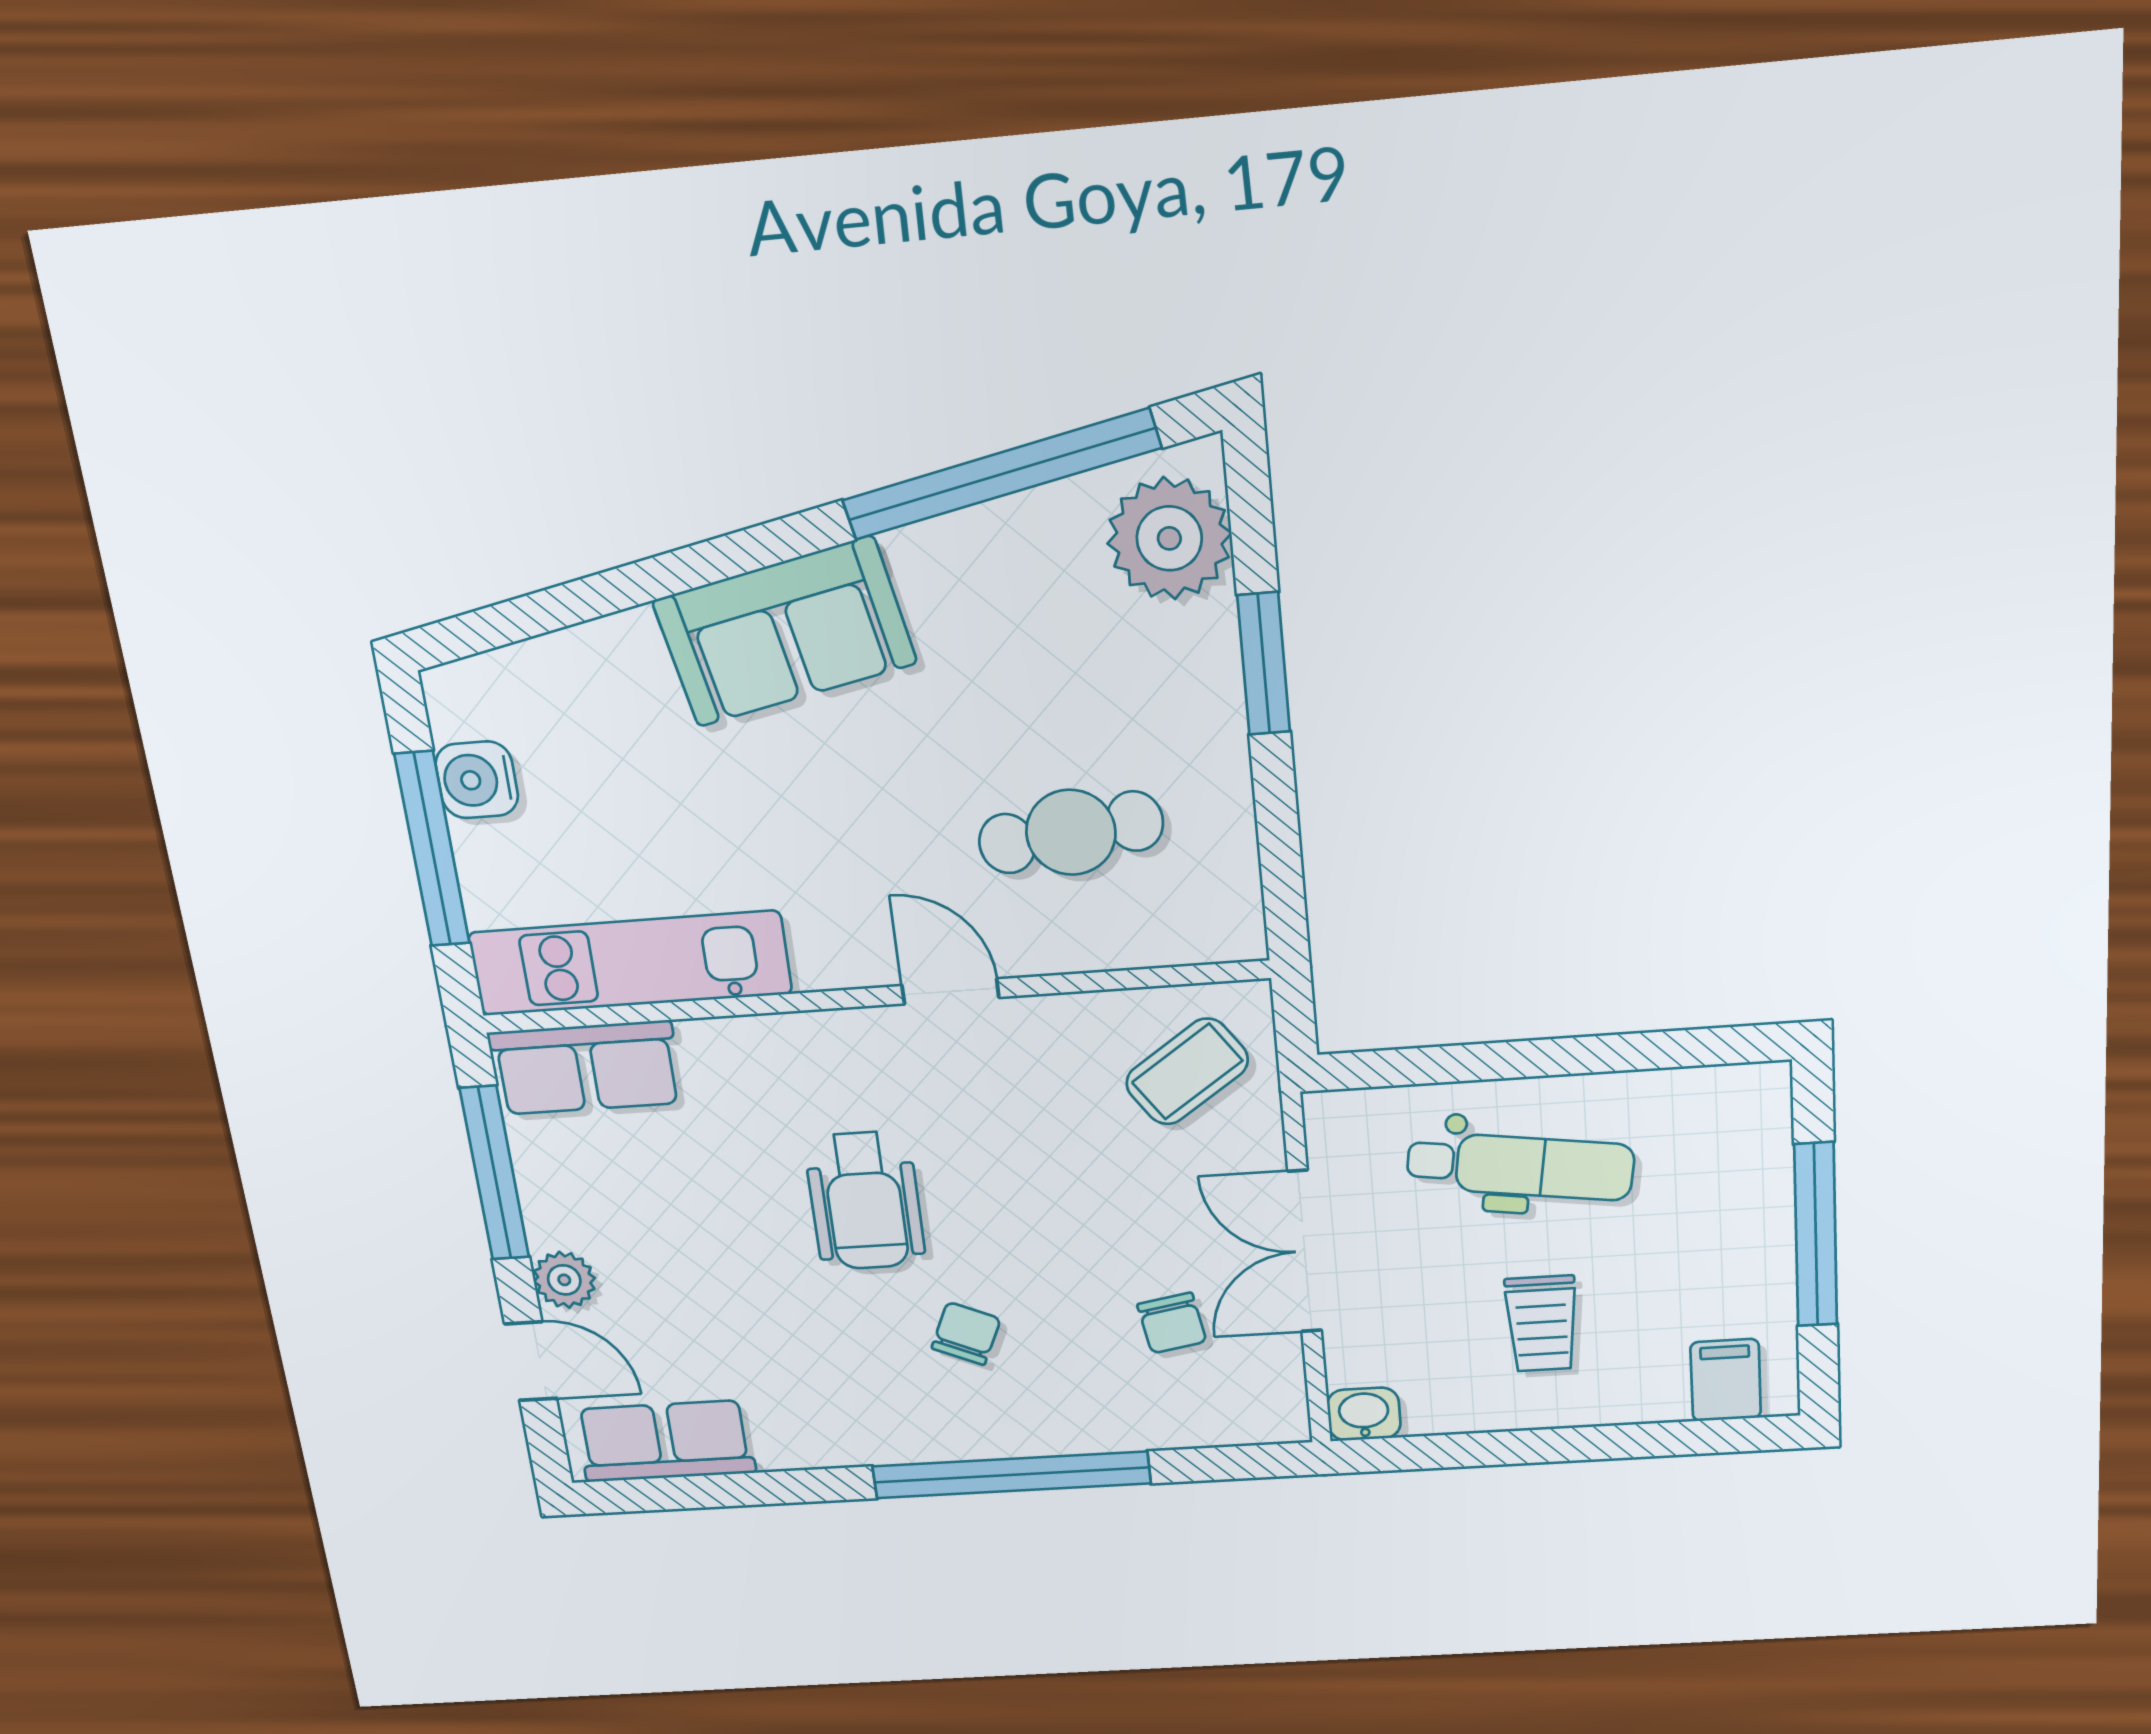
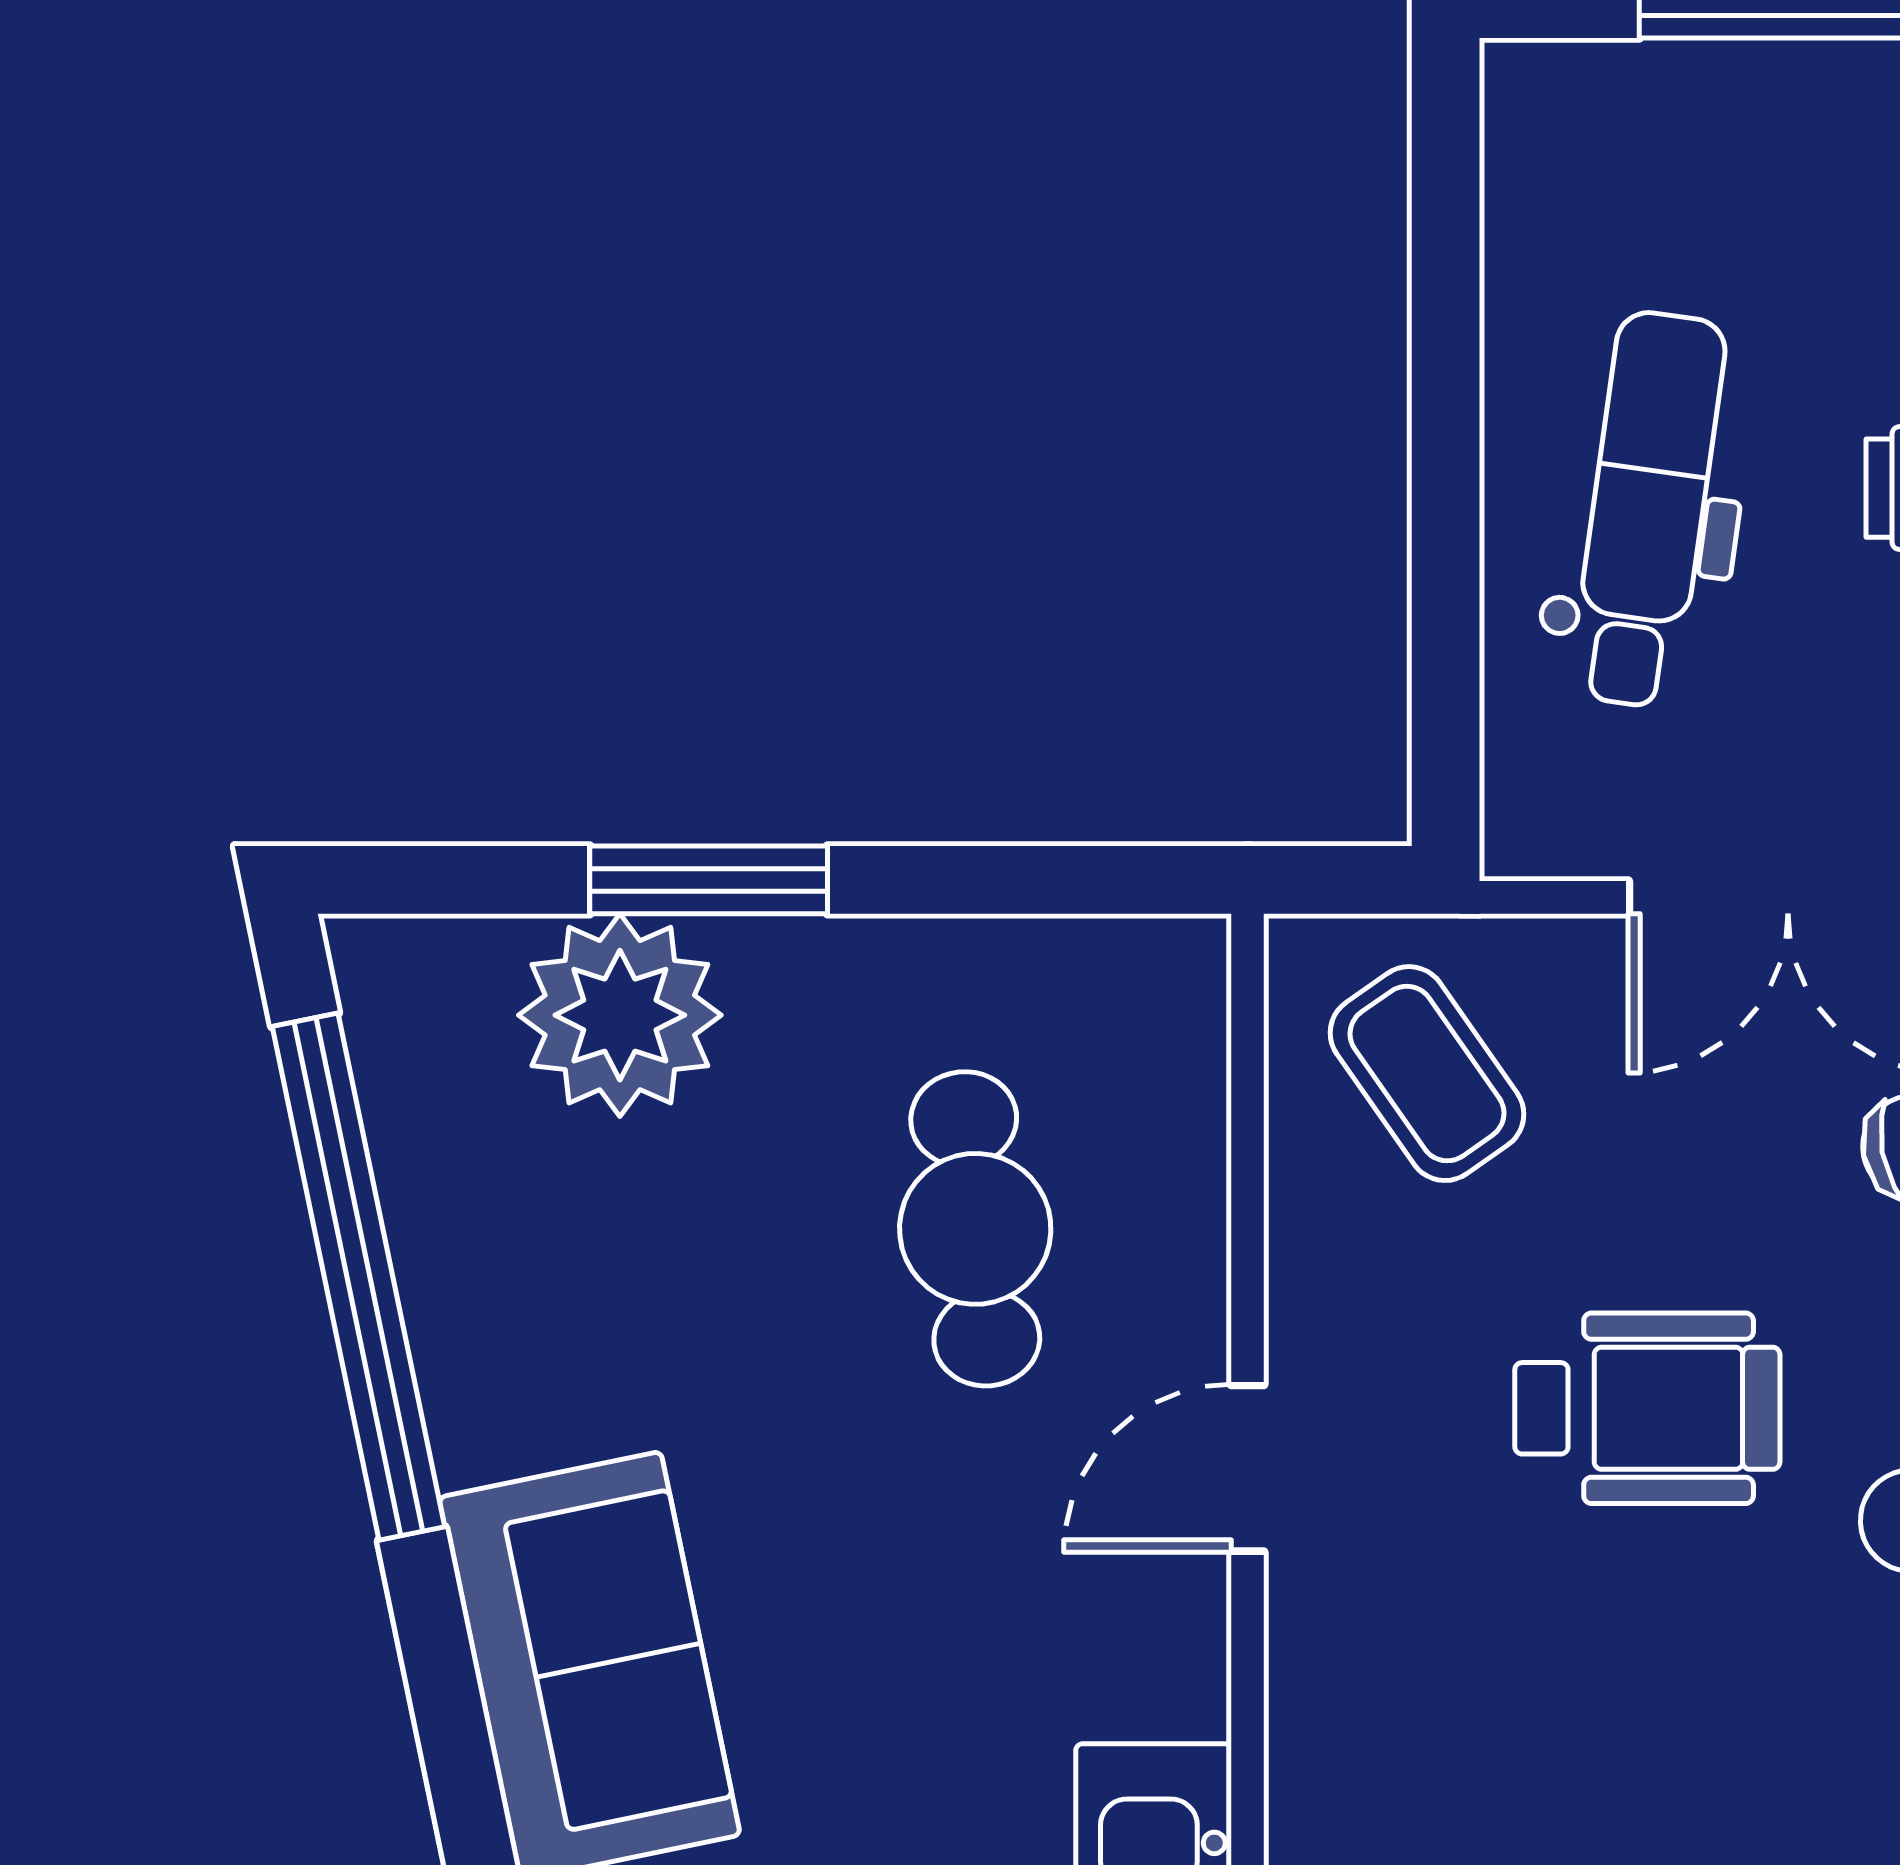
plant: (1169, 538) -> (620, 1015), moved
wheelchair: (865, 1201) -> (1647, 1408), moved

